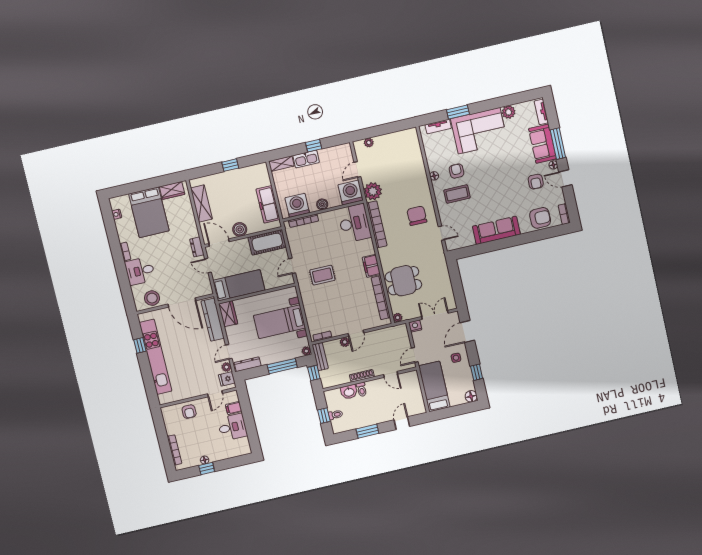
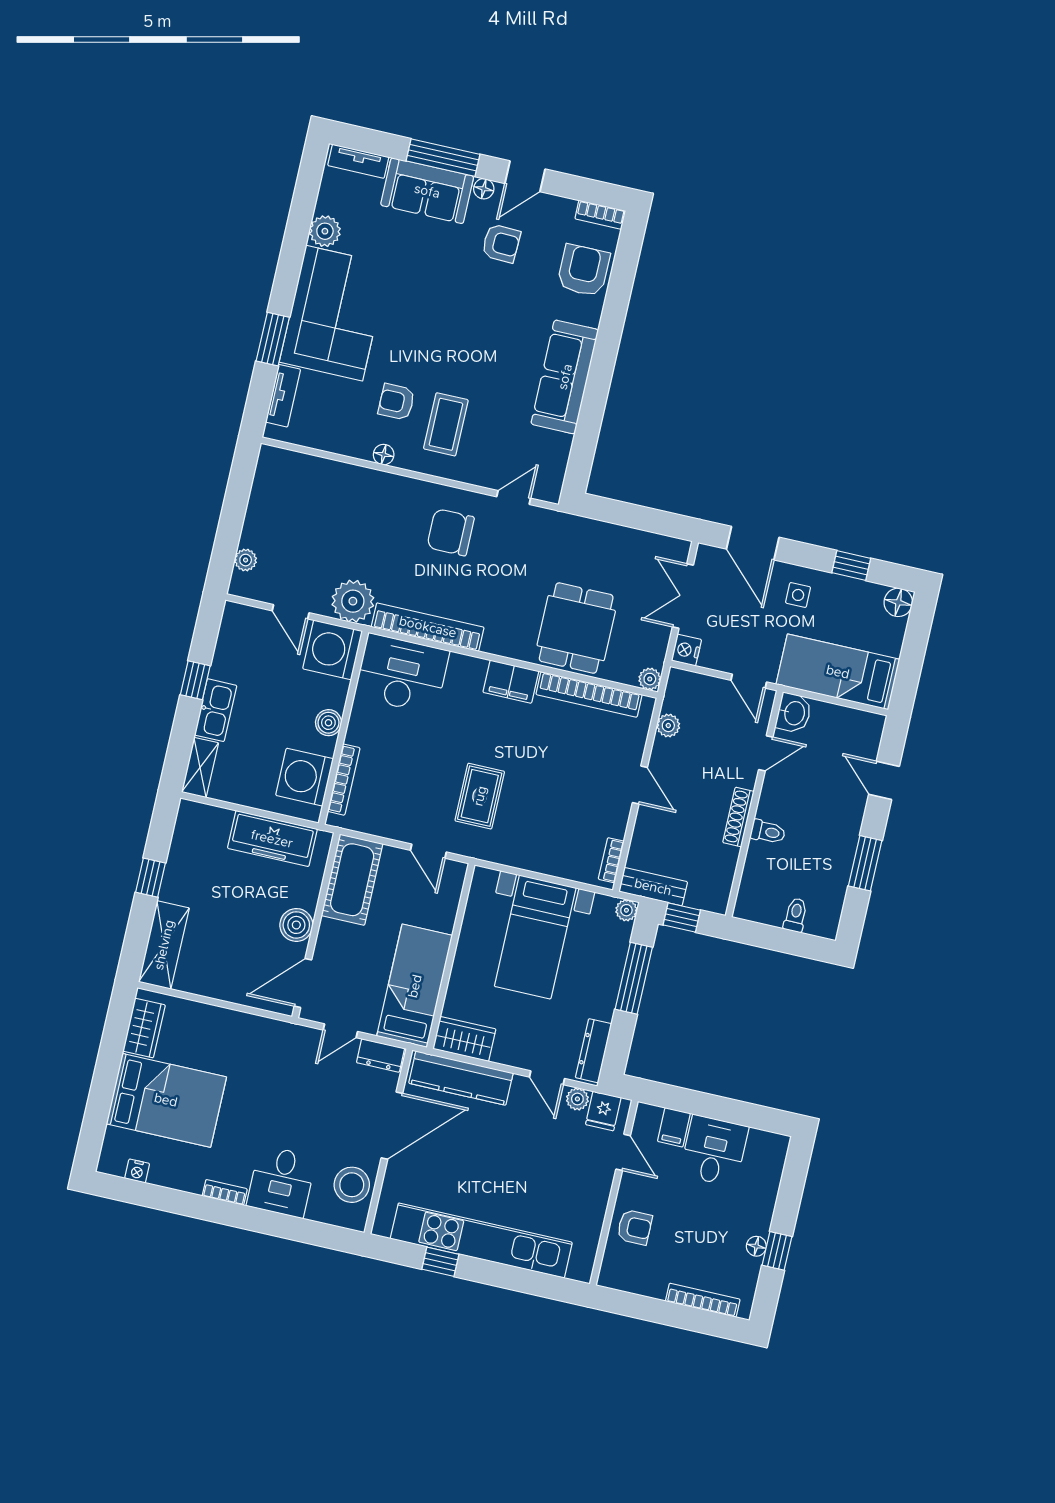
shelving: (201, 204) -> (164, 945), moved, turned 90
dresser: (197, 247) -> (380, 1055), moved
plant: (345, 342) -> (668, 726), moved
washbasin: (349, 392) -> (794, 713), moved
window: (324, 416) -> (785, 941), removed

